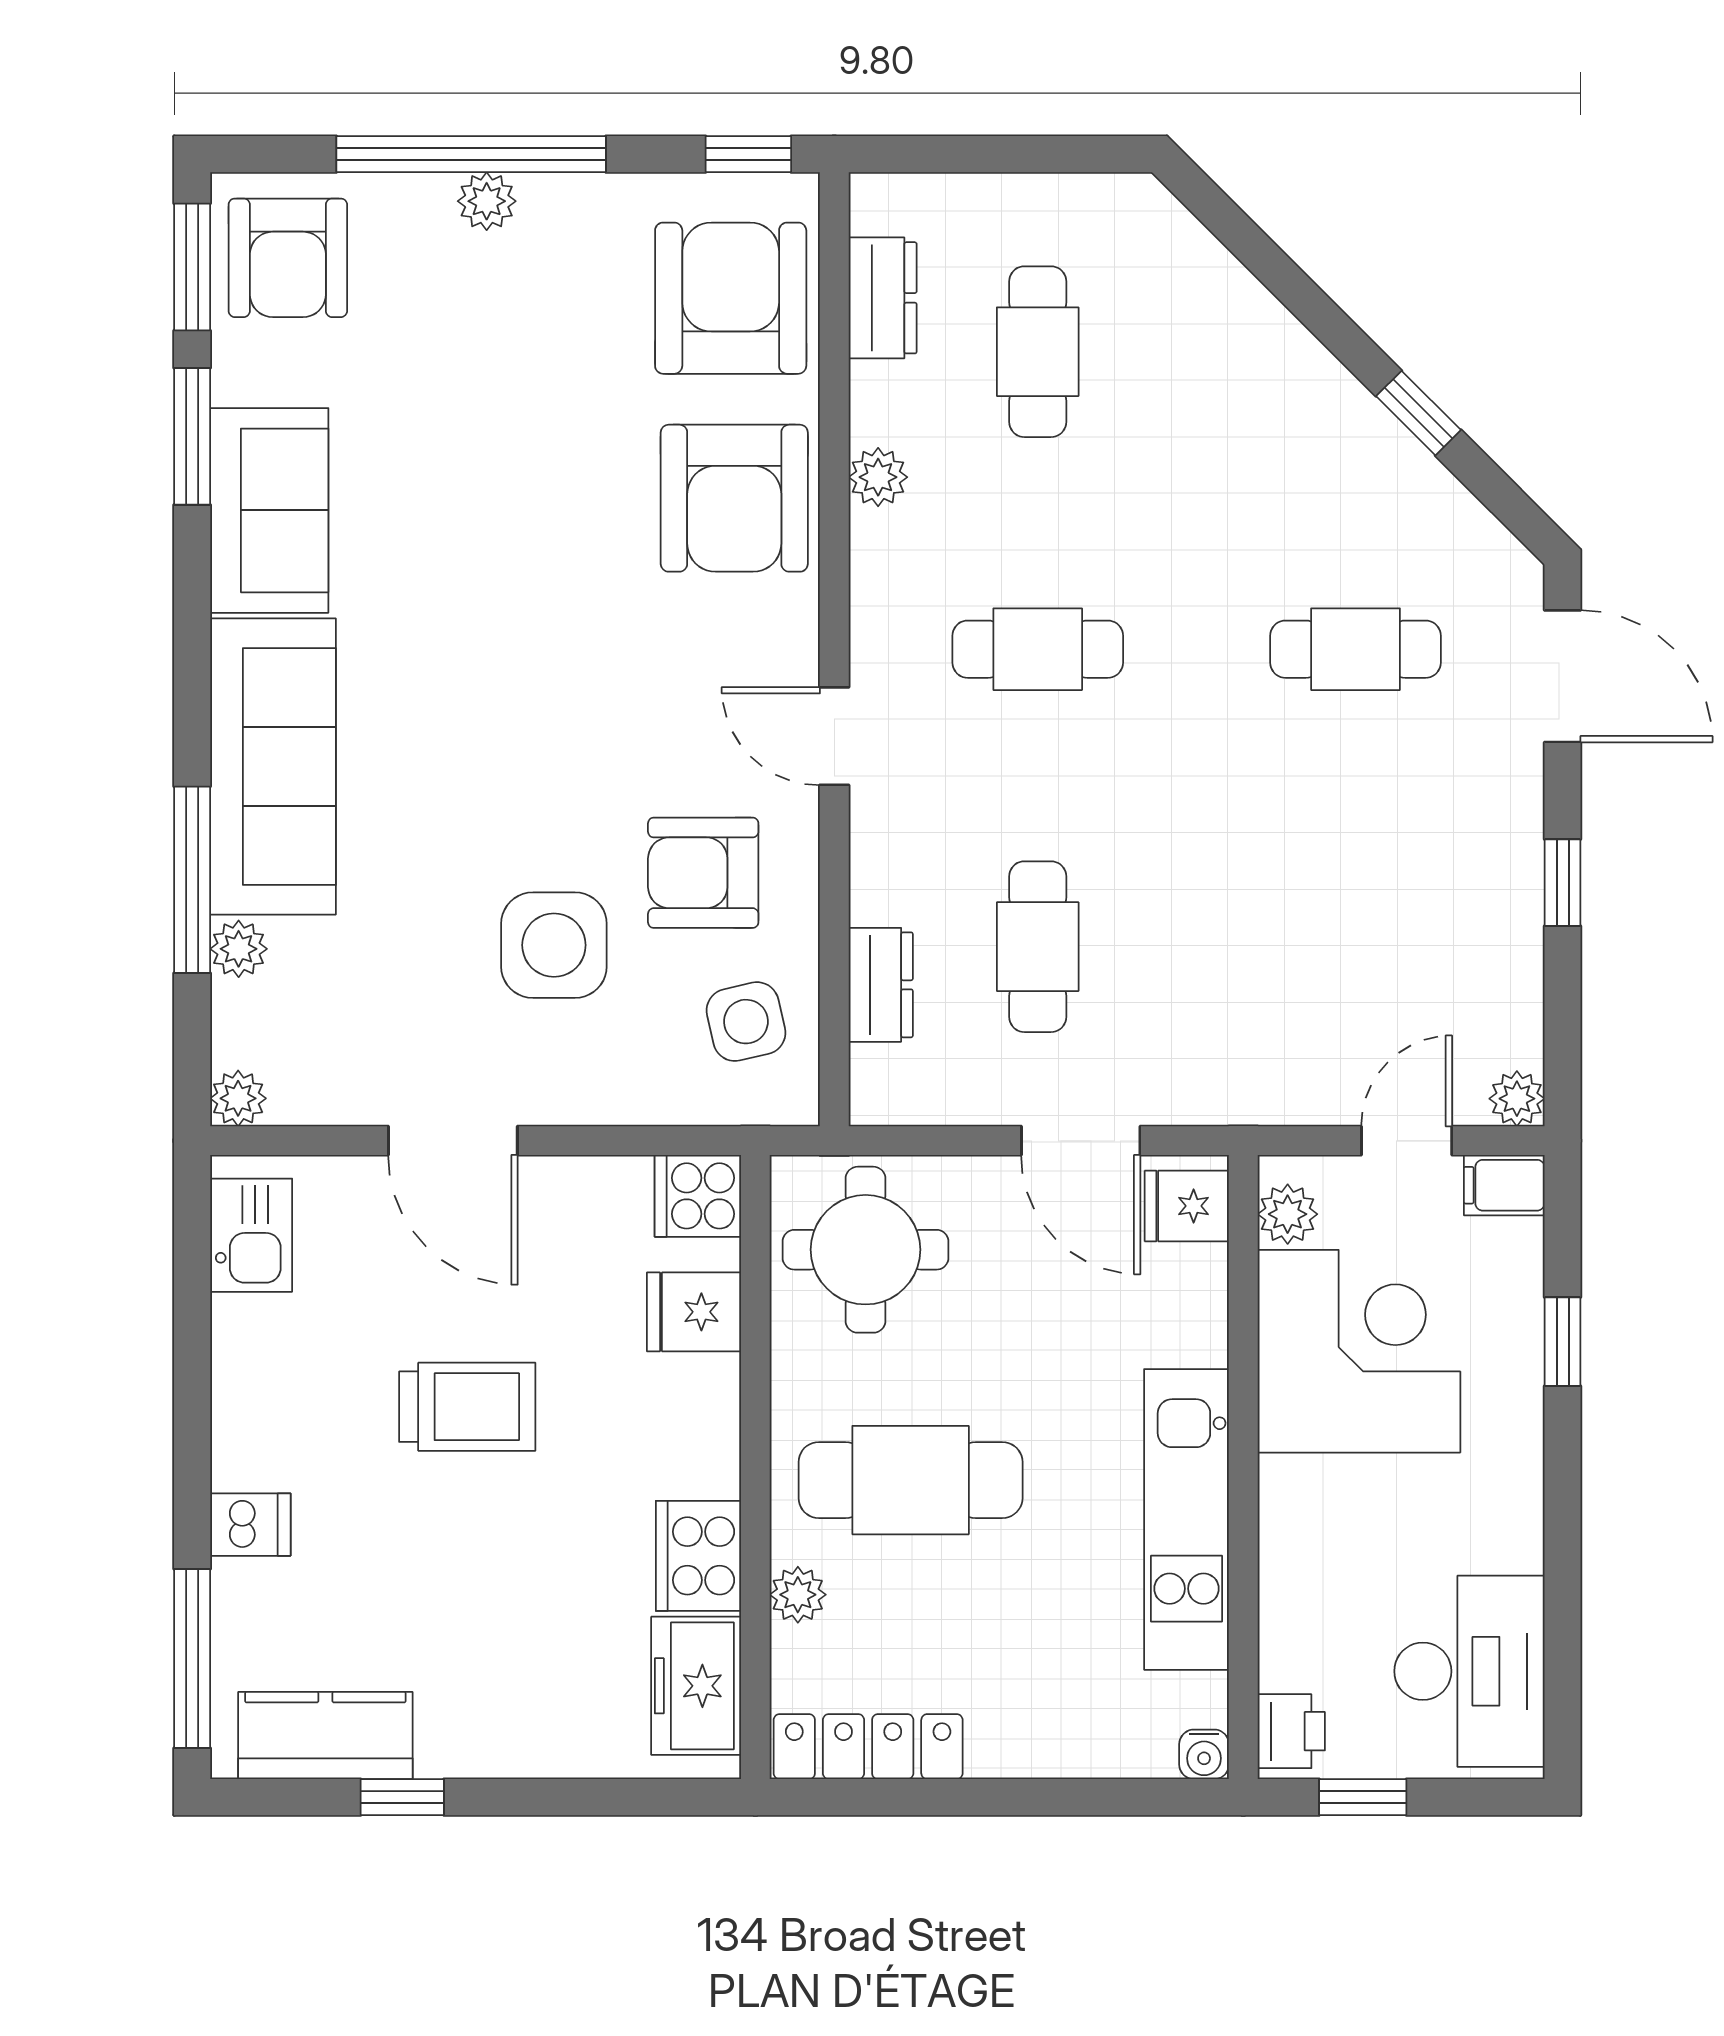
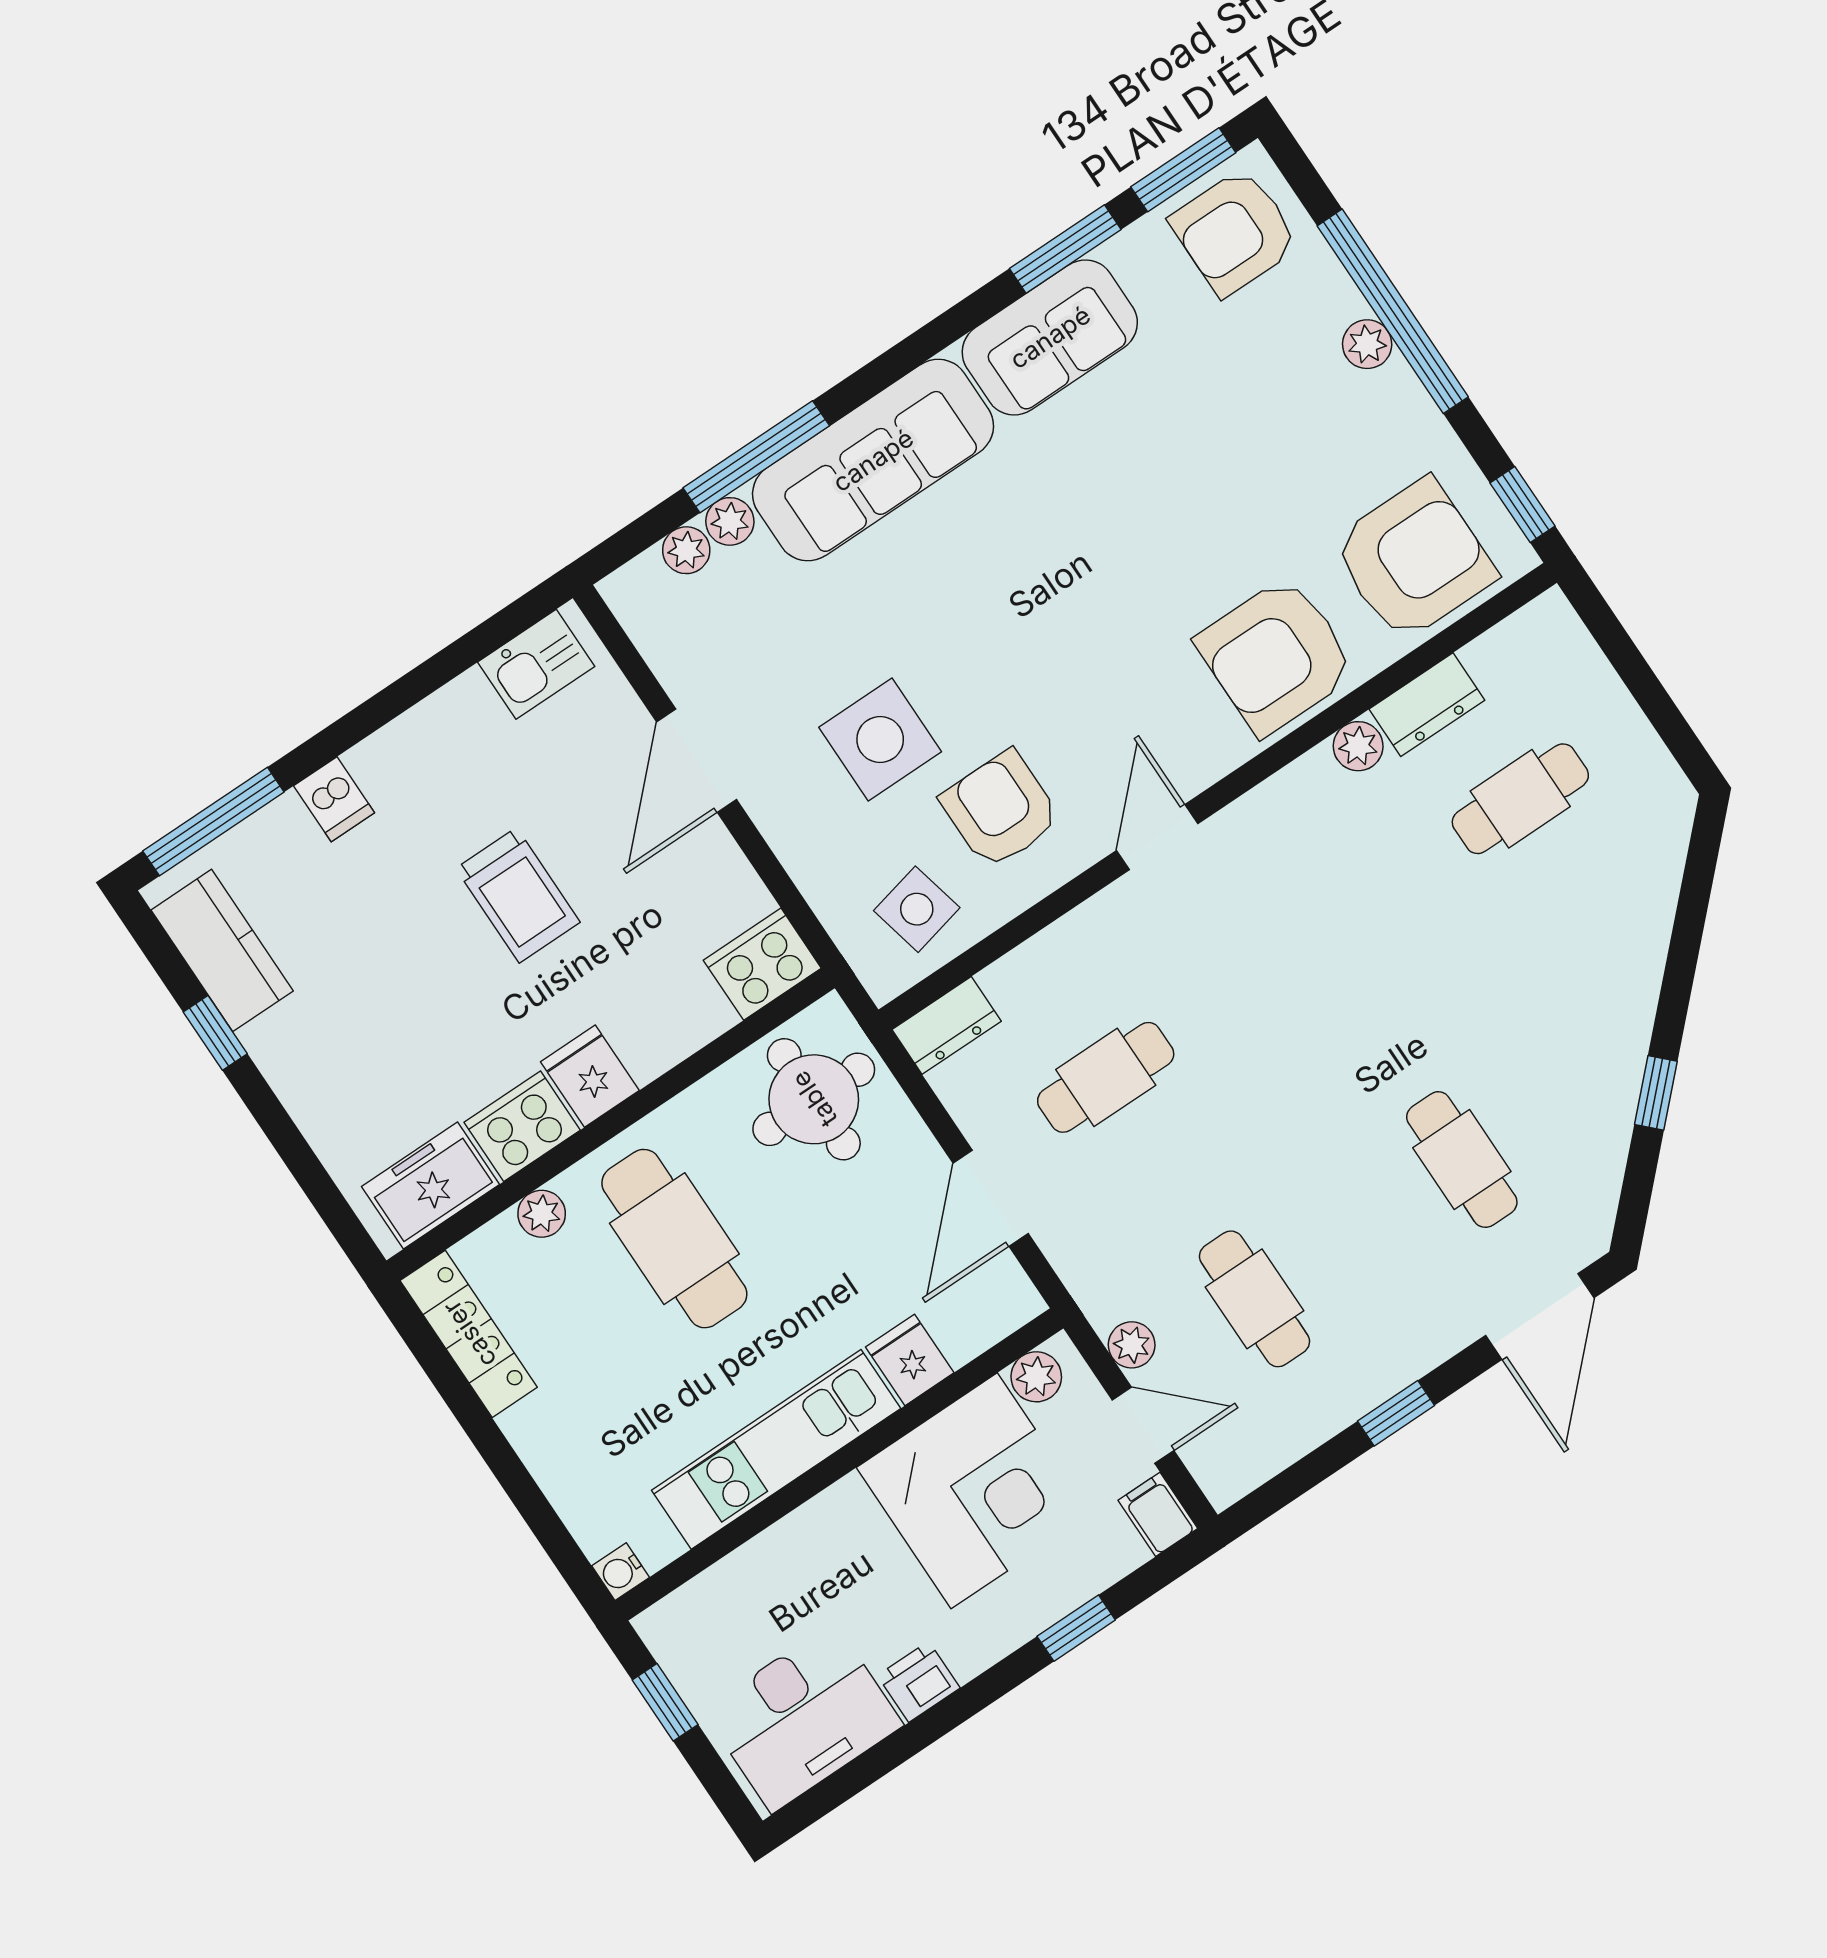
dresser: (883, 298) -> (1427, 705), moved
cafe table: (1038, 649) -> (1254, 1299), moved
dresser: (881, 985) -> (947, 1025), moved
plant: (238, 1098) -> (686, 550), moved
plant: (1517, 1099) -> (1132, 1345), moved
cooker: (698, 1196) -> (762, 964), width x1.36
fridge: (1187, 1206) -> (910, 1360), moved
fridge: (694, 1312) -> (590, 1076), moved
printer: (1291, 1731) -> (919, 1682), moved, turned 180

